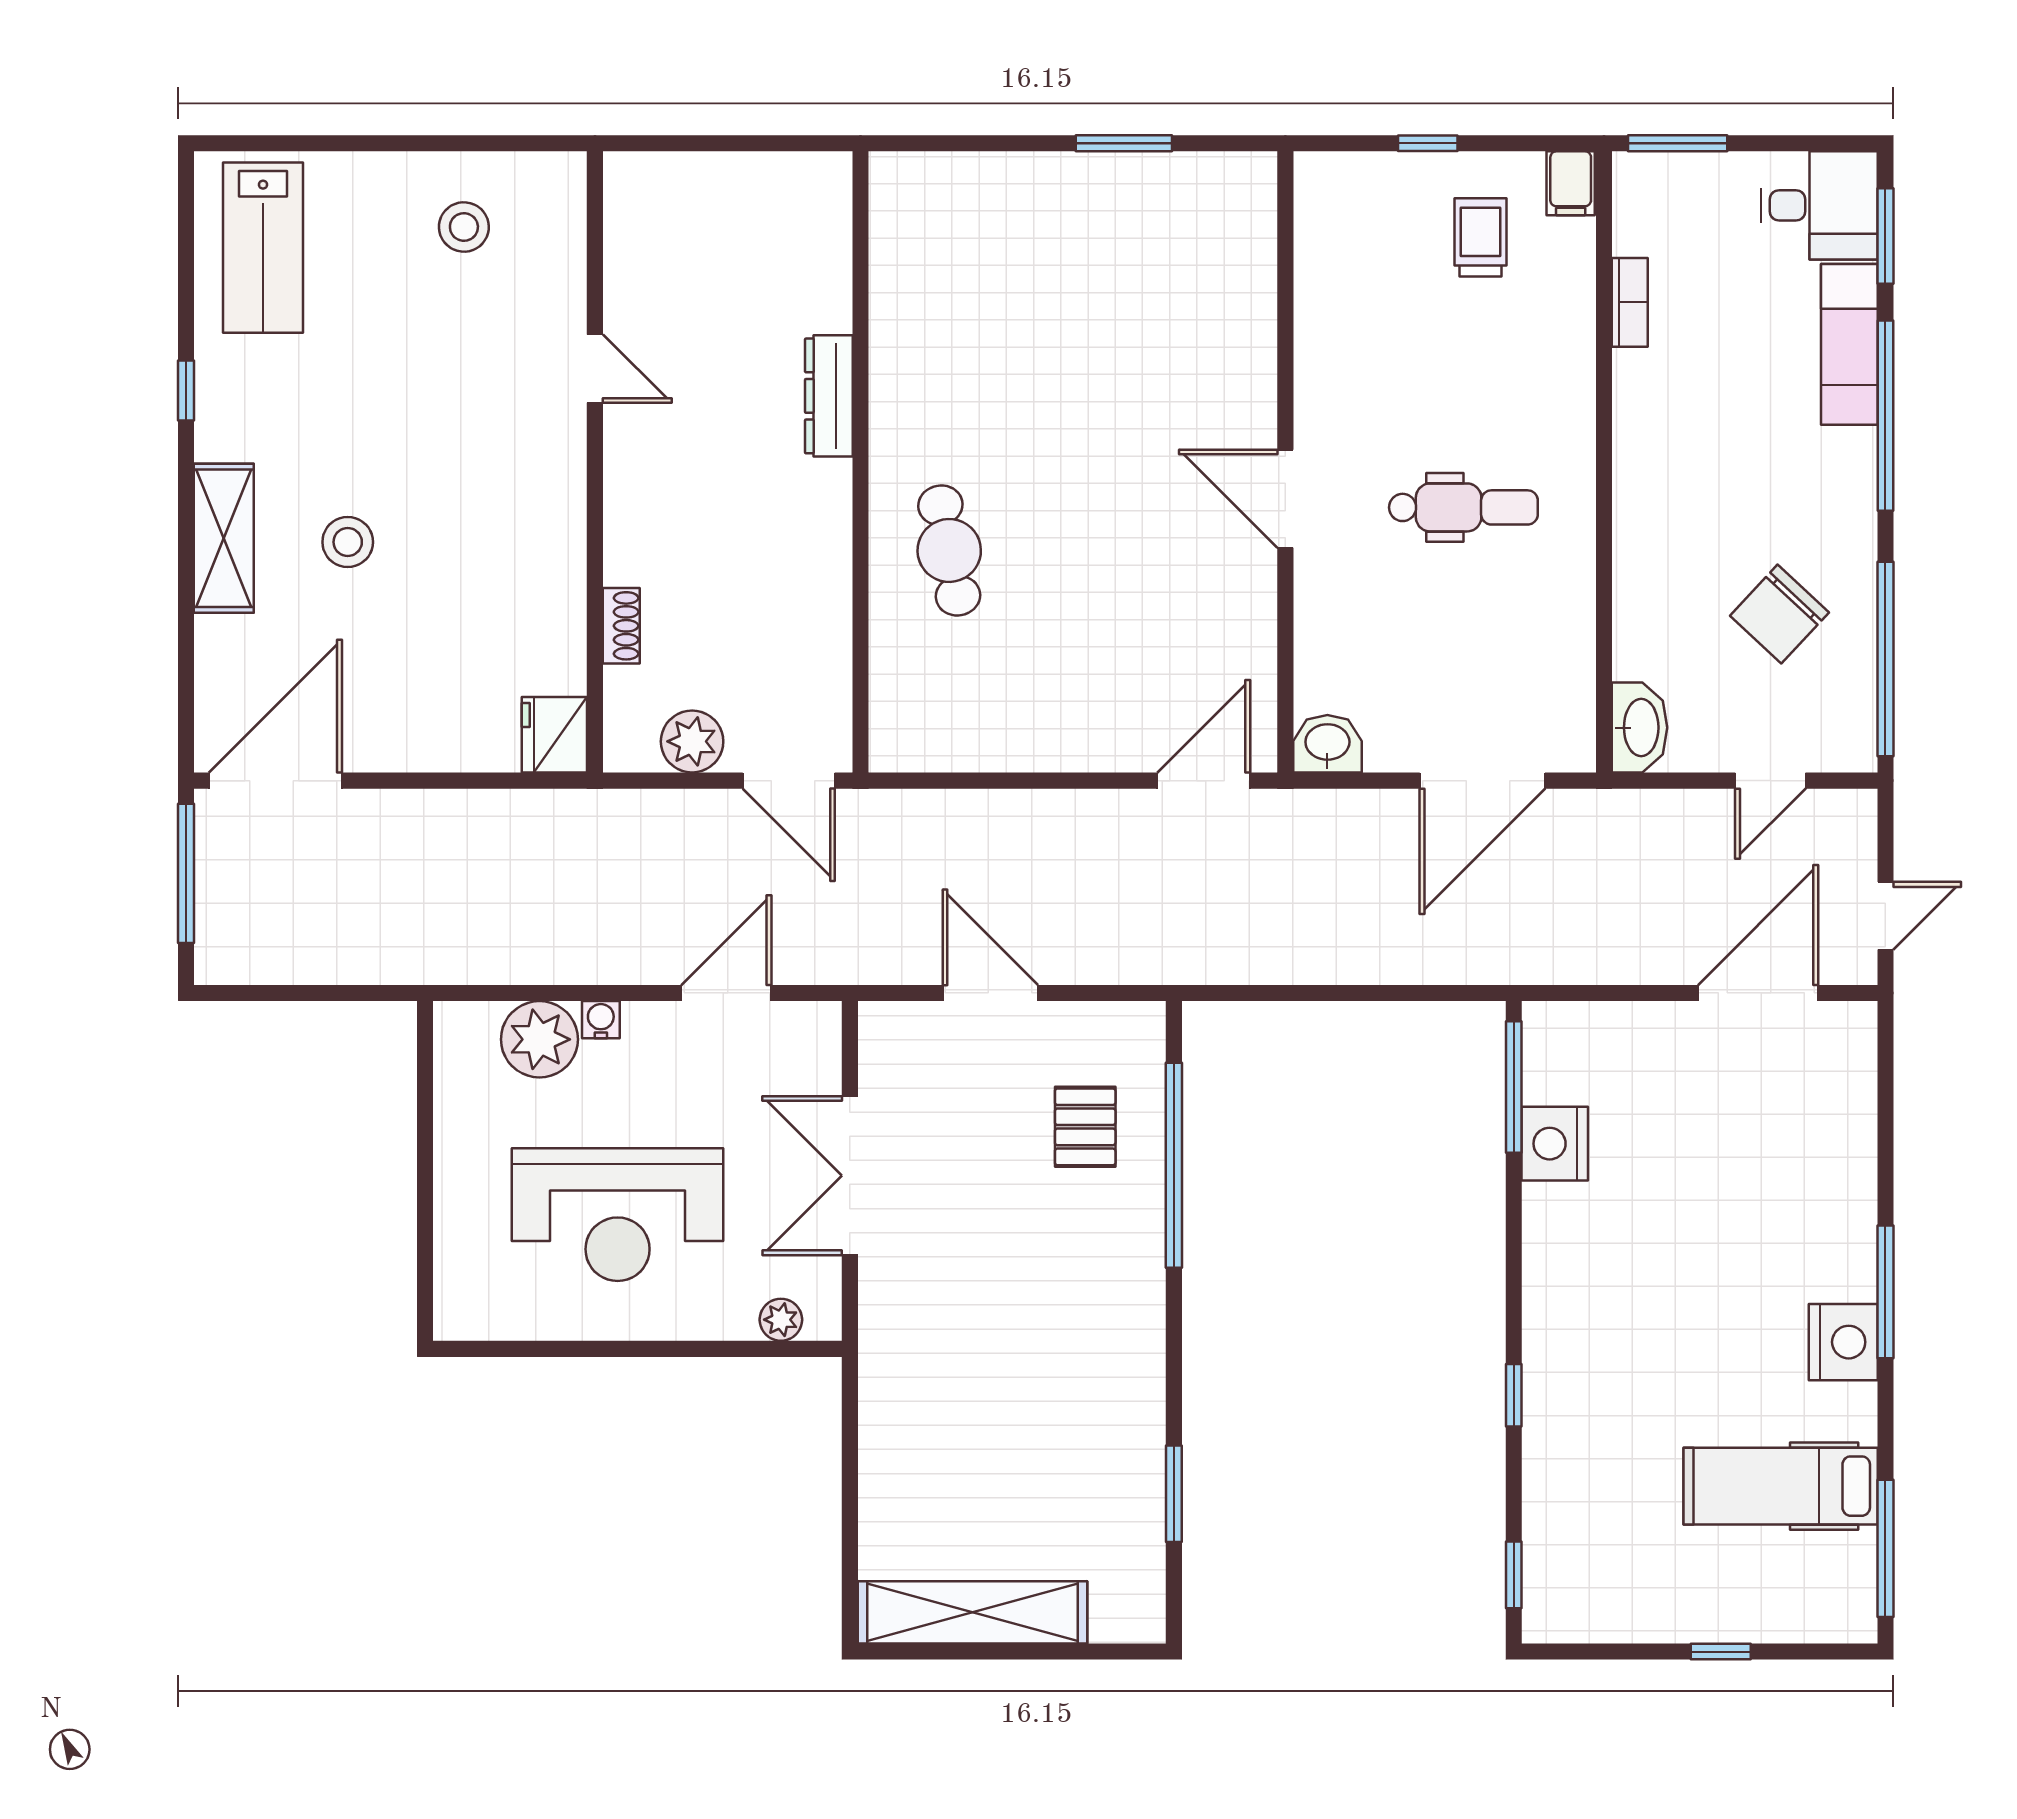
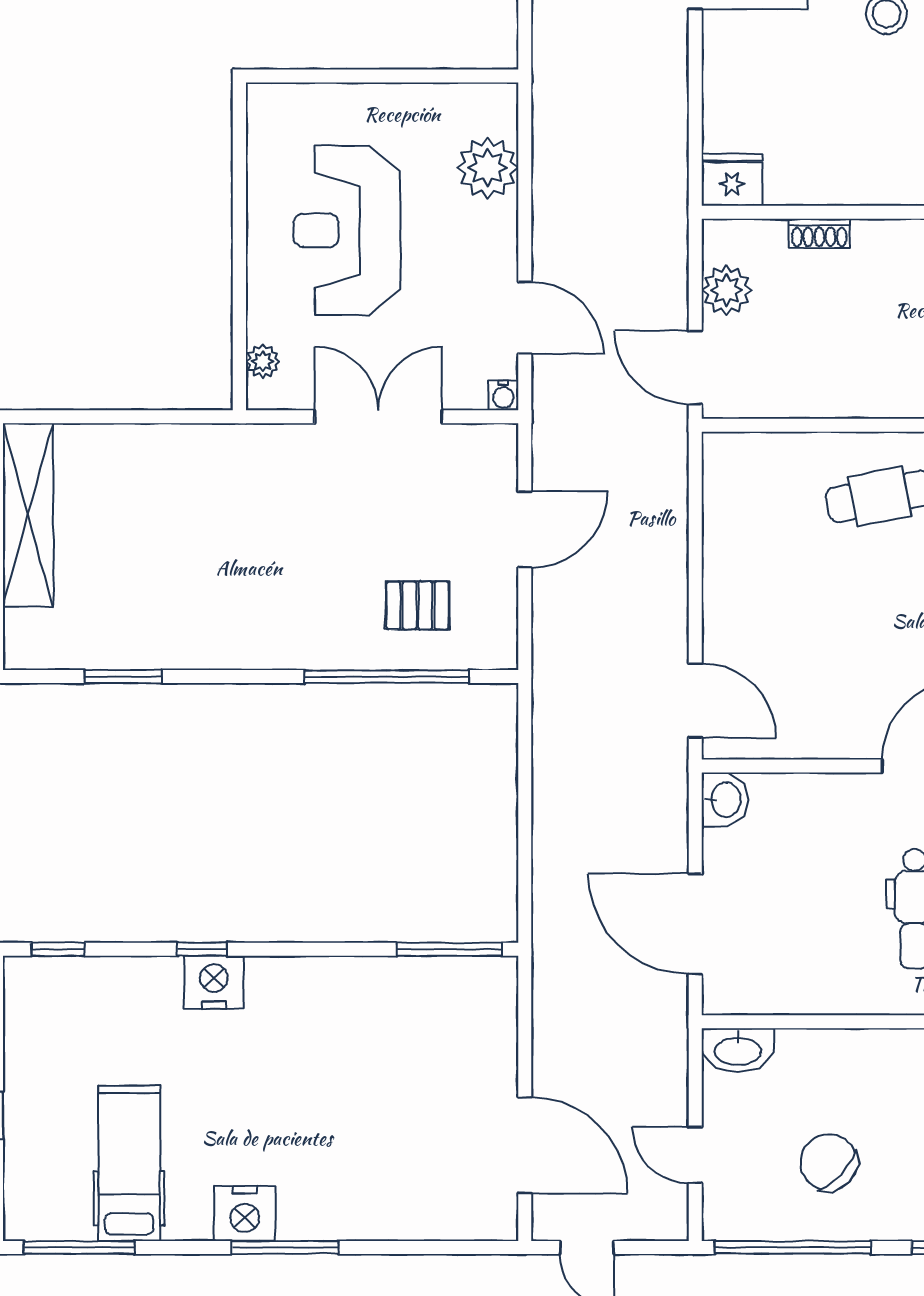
door: (789, 781) -> (695, 368), hinge flipped
water cooler: (601, 1020) -> (503, 395), moved, turned 90
nightstand: (1555, 1144) -> (214, 982), moved

